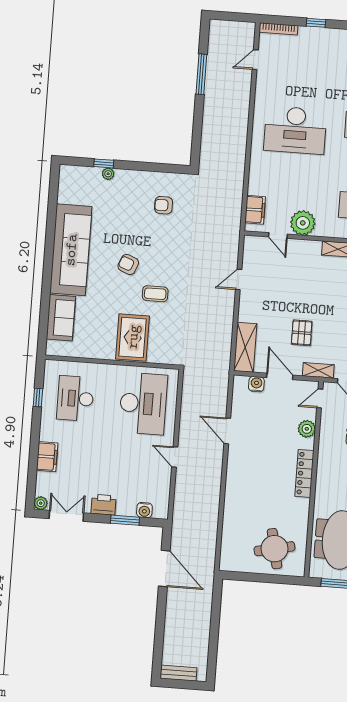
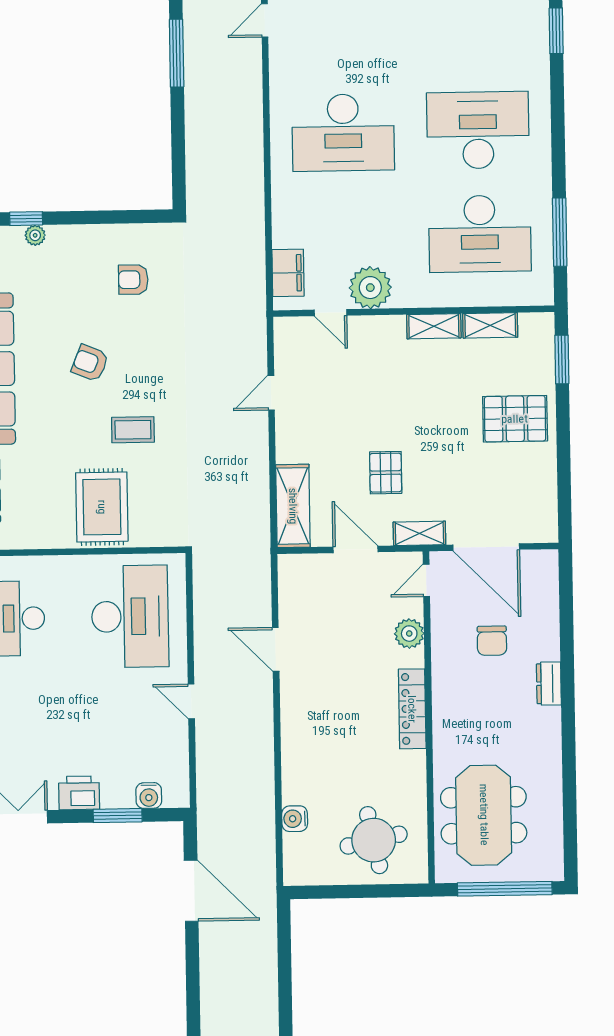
armchair: (128, 264) -> (90, 363), moved
water cooler: (256, 384) -> (295, 819), moved, turned -90

